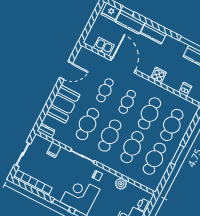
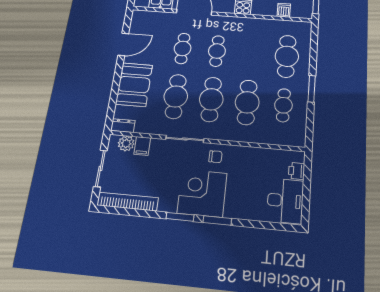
cafe table: (150, 113) -> (252, 54), removed
cafe table: (154, 159) -> (283, 105), width x0.73, depth x0.74
plant: (121, 184) -> (126, 143), moved

